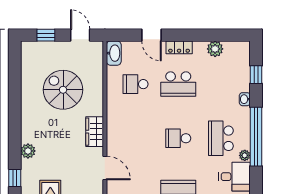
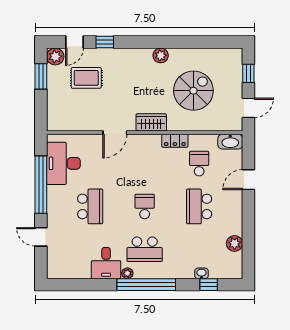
locker: (179, 47) -> (175, 141), moved, turned -90
washbasin: (245, 99) -> (201, 273), moved
school desk: (221, 138) -> (145, 249), turned 180
plant: (28, 151) -> (161, 55), moved

